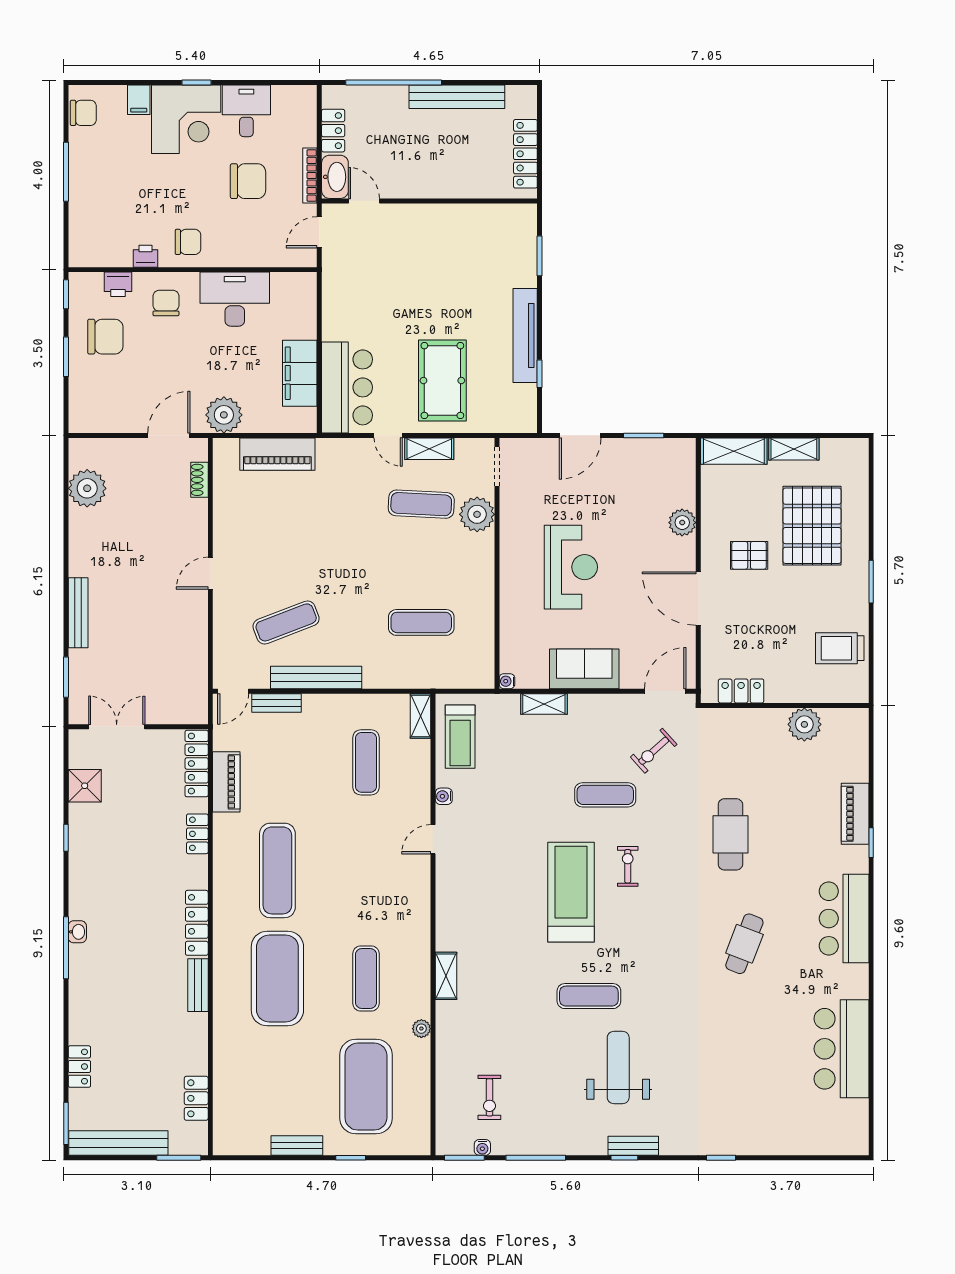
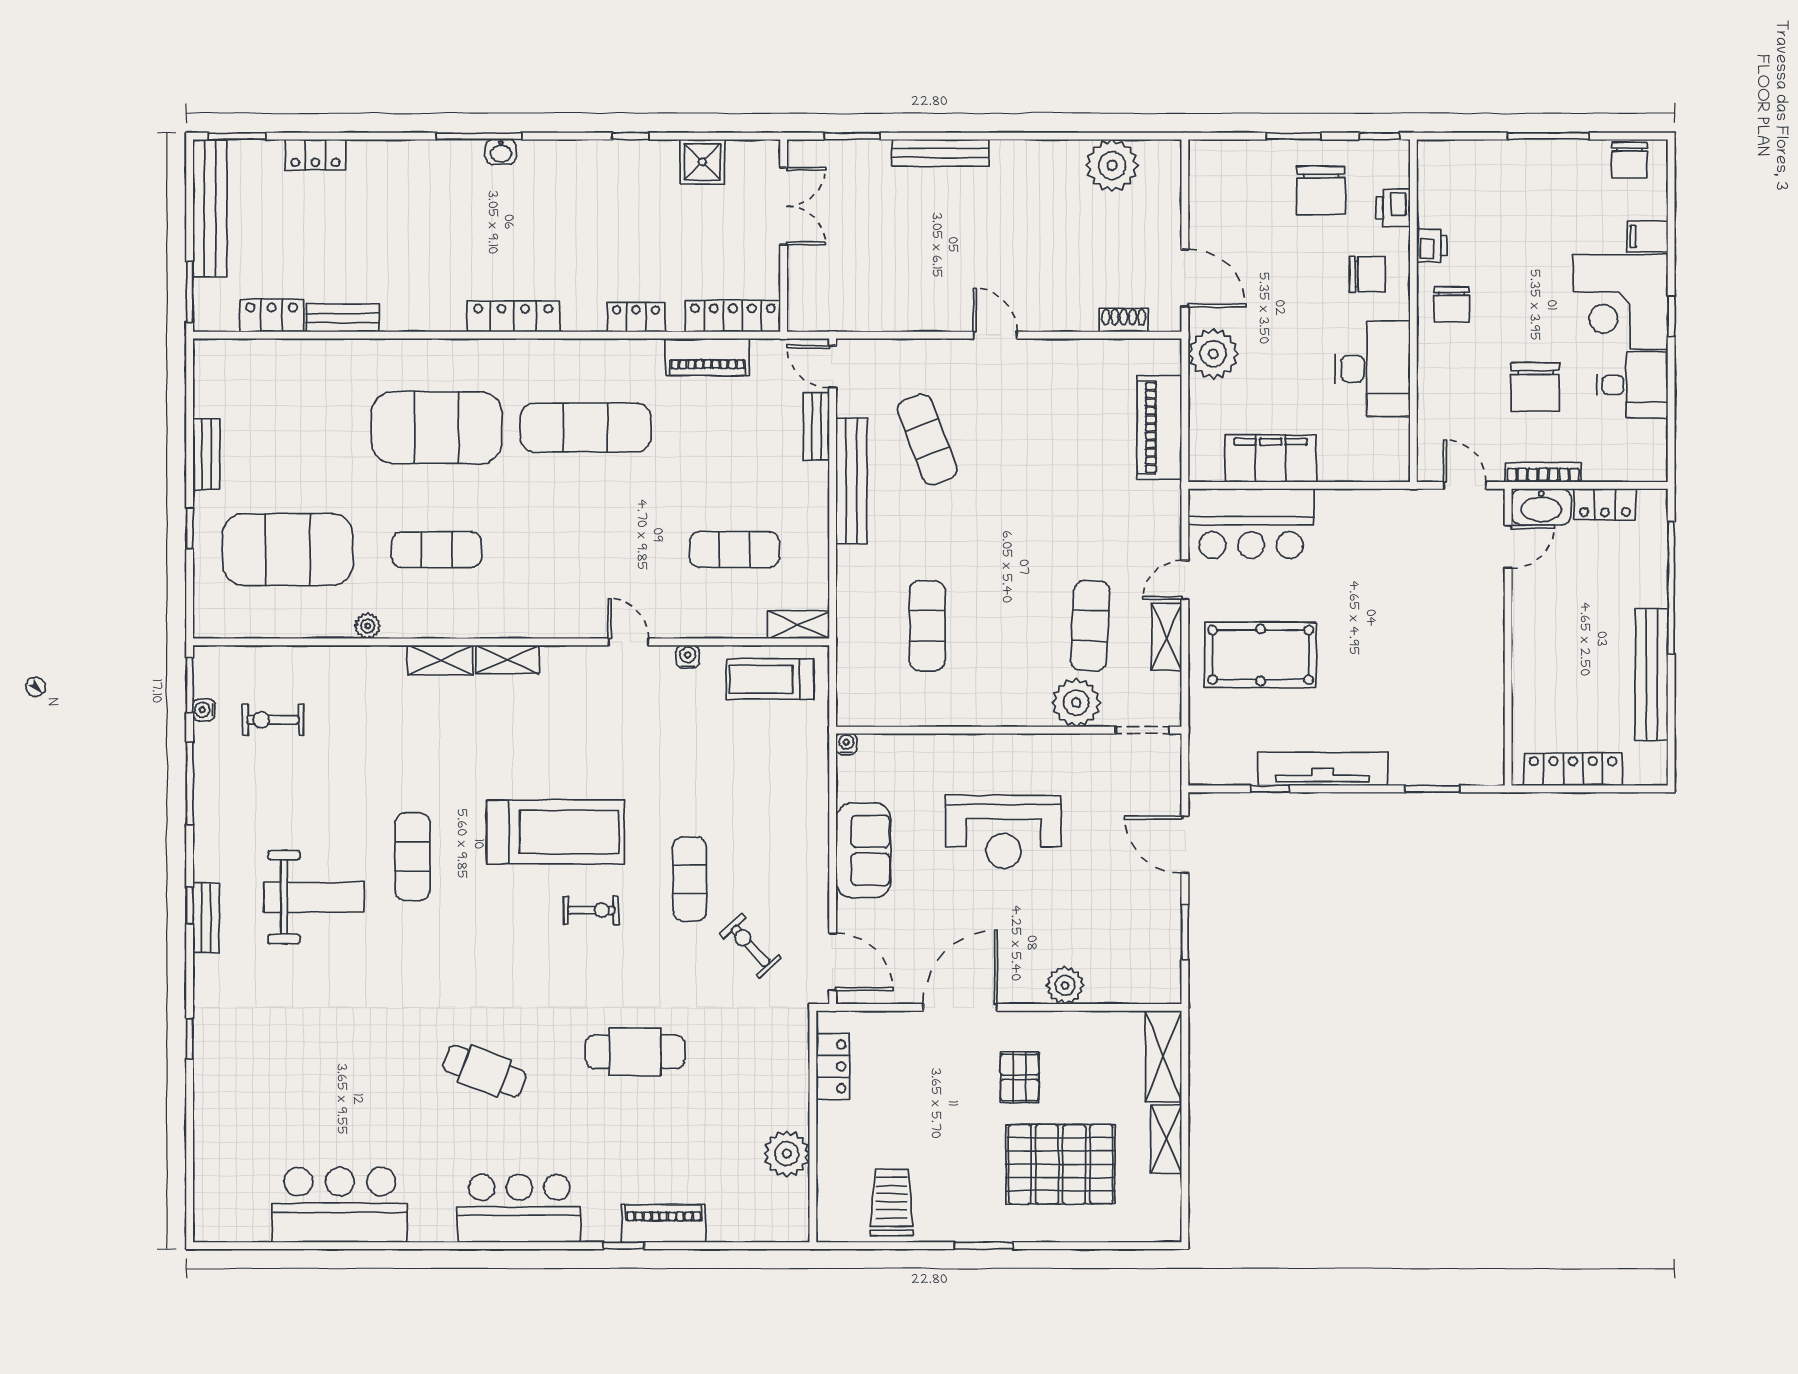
shelving: (544, 704) -> (507, 659), moved, turned 90
bench: (198, 985) -> (343, 318), moved

